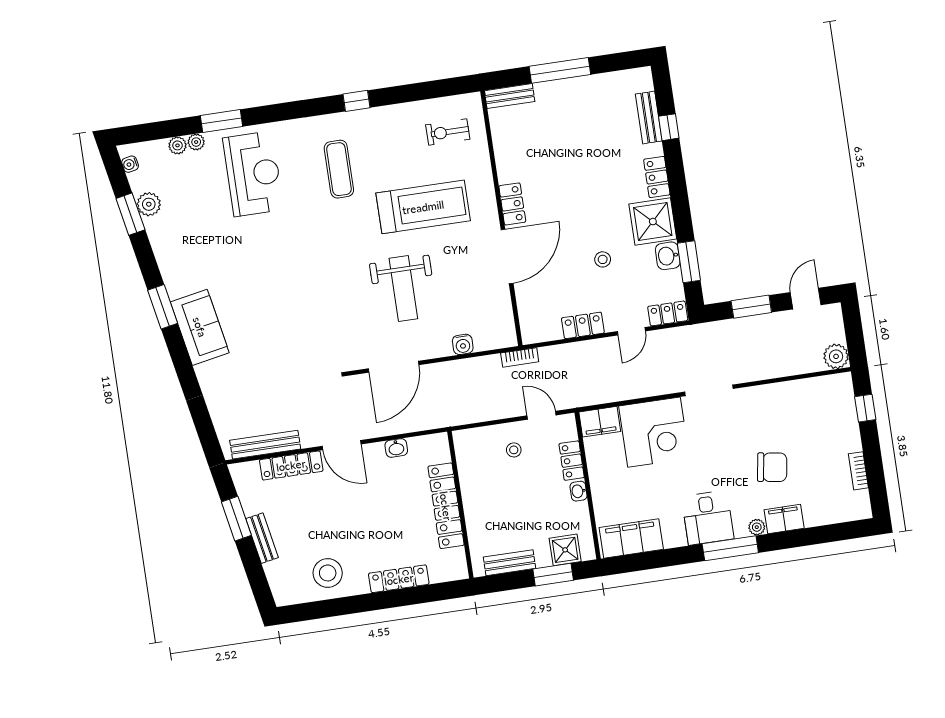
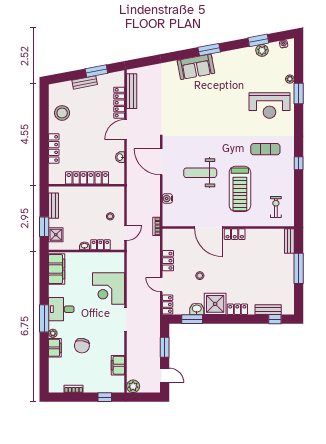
window: (669, 127) -> (275, 319), moved
plant: (177, 145) -> (290, 69), removed
filing cabinet: (600, 422) -> (118, 365), moved

